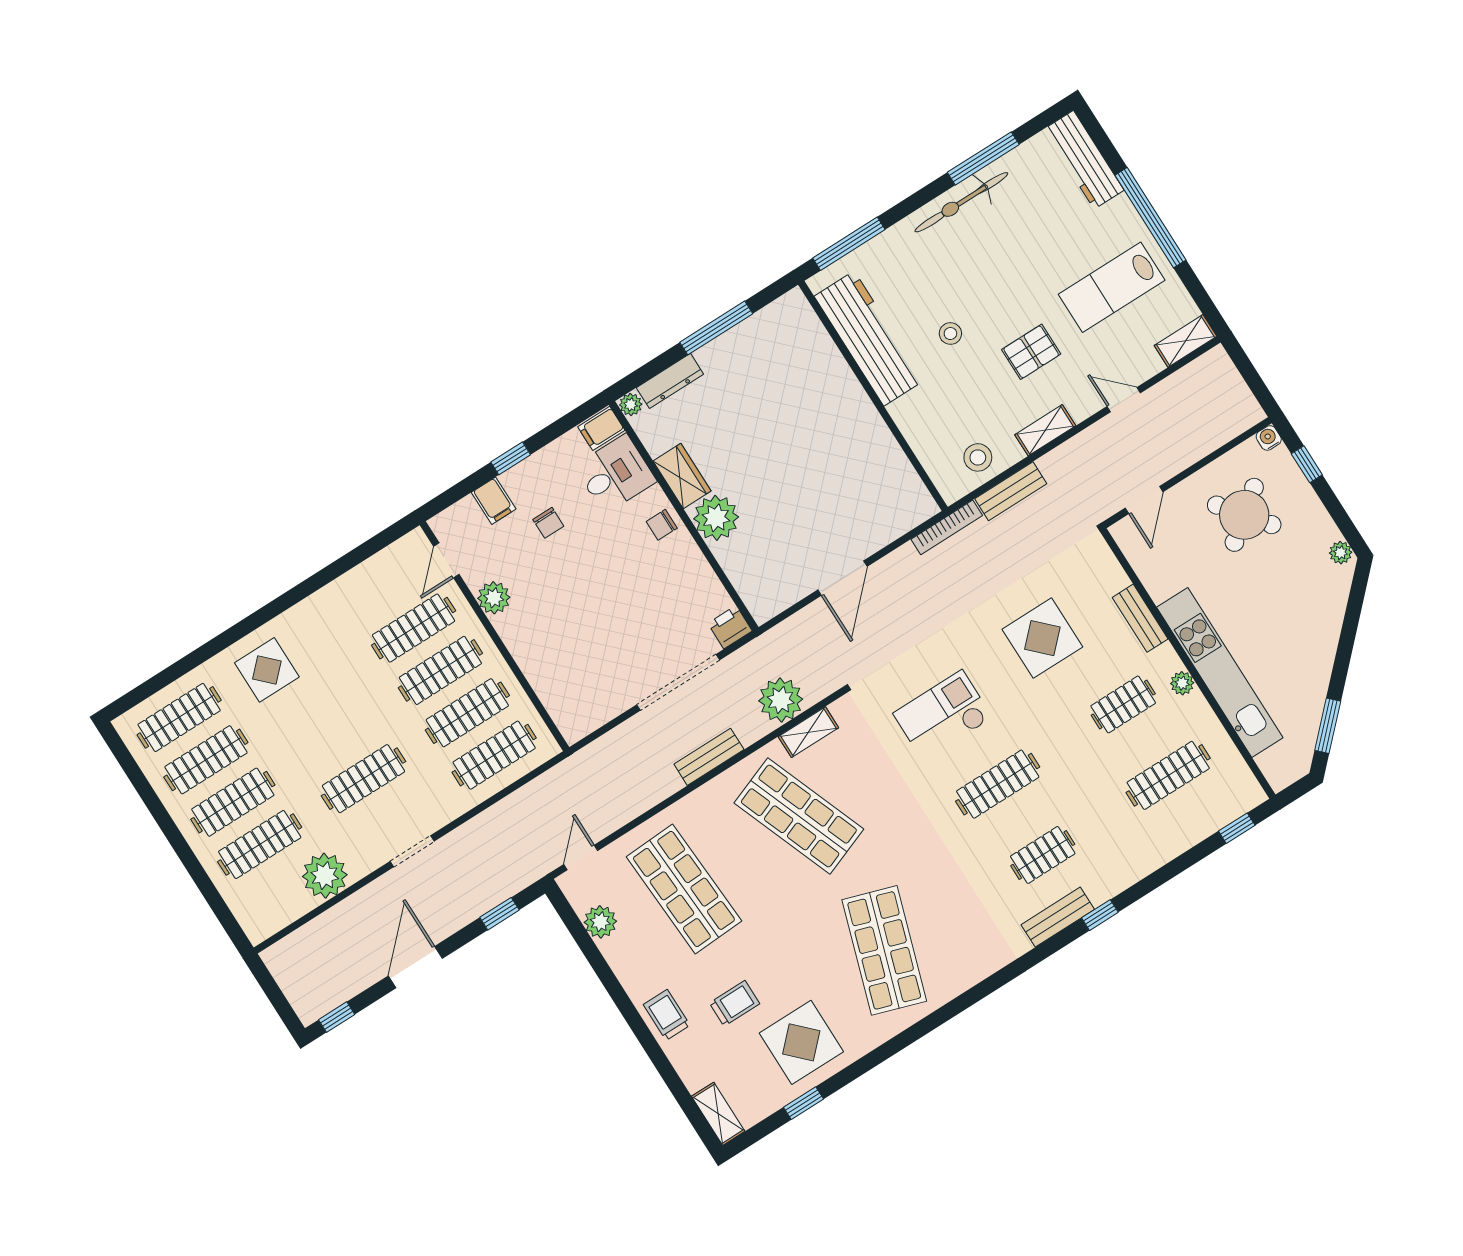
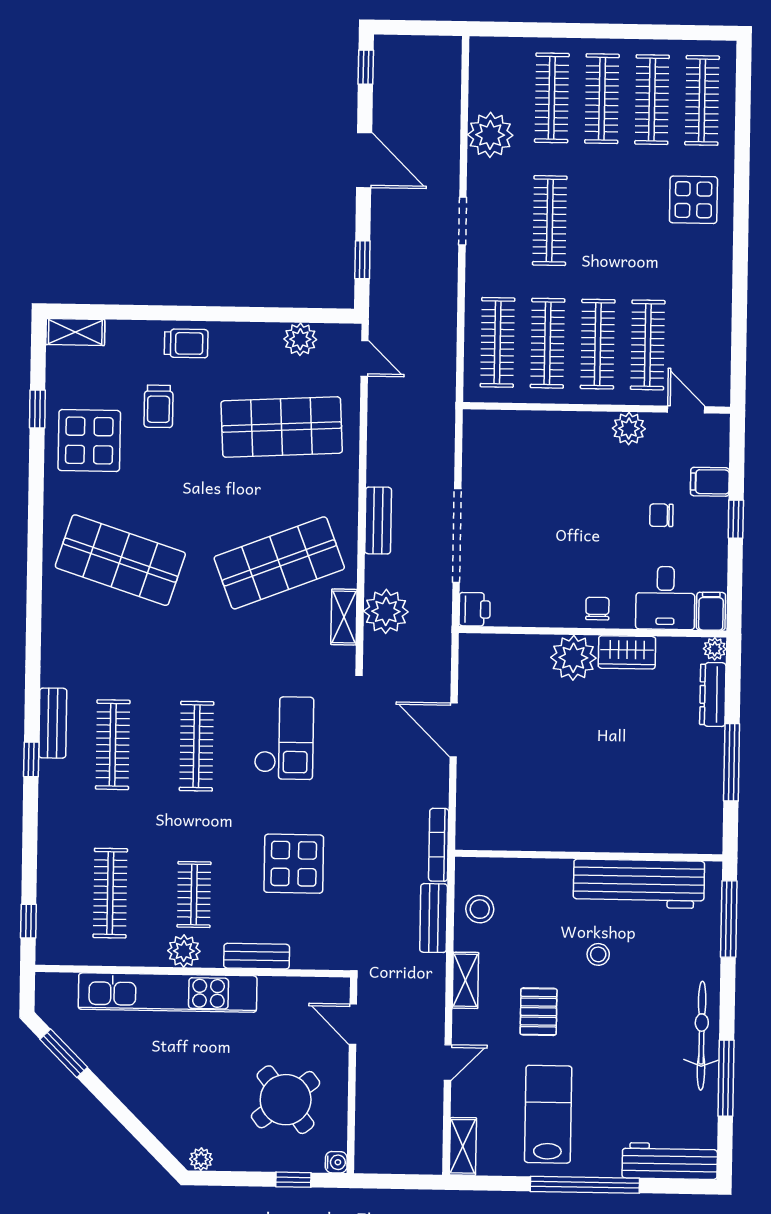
plant: (1182, 683) -> (184, 951), width x1.38, depth x1.38
clothes rail: (1043, 855) -> (113, 745), width x1.36

